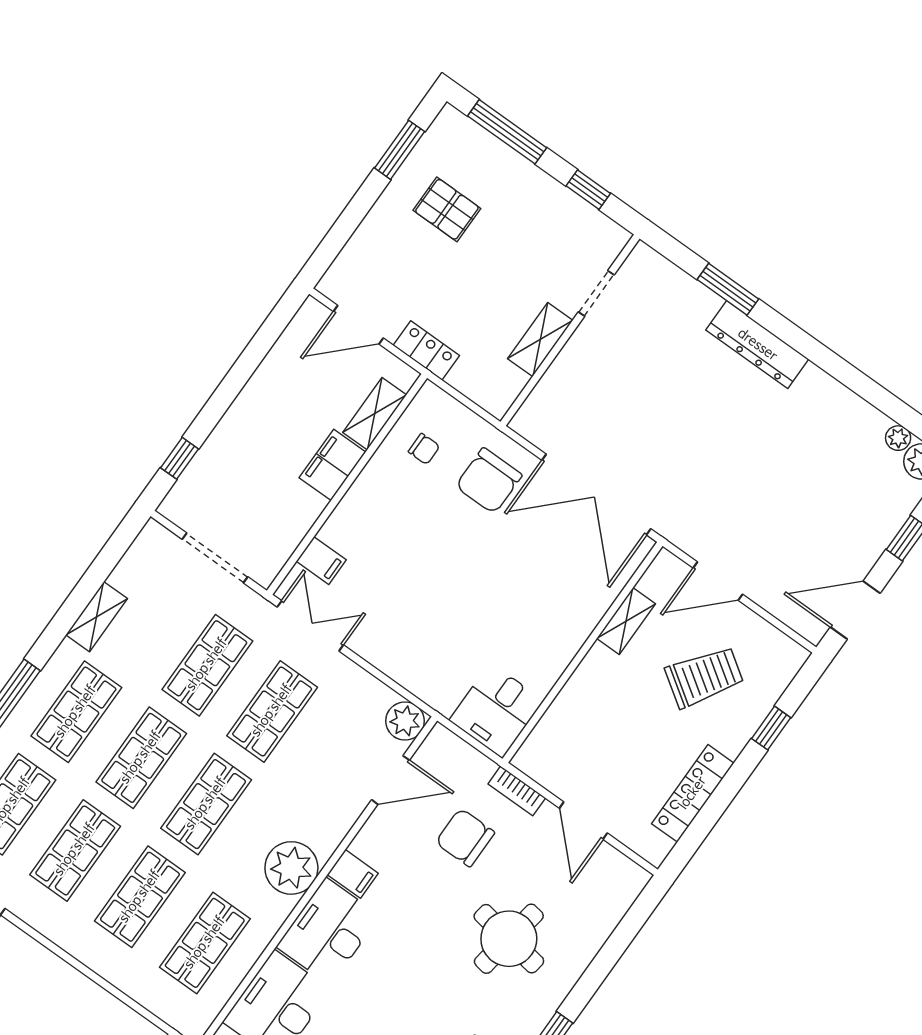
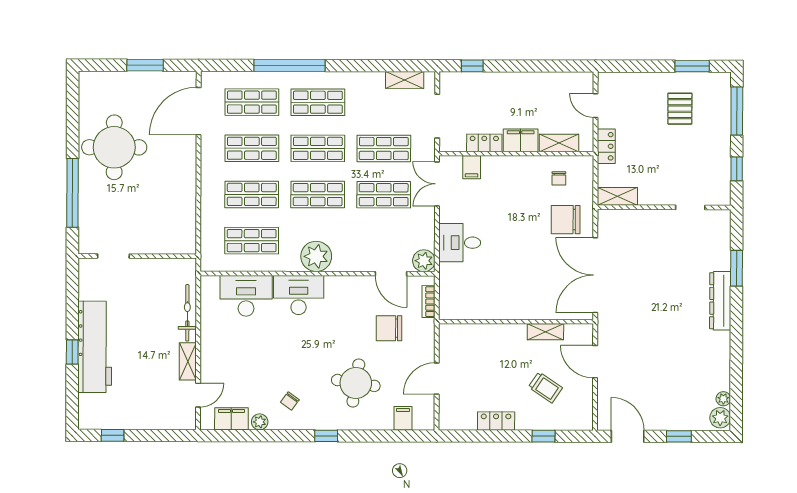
door: (358, 325) -> (596, 106), width x0.73
shelving: (540, 339) -> (617, 196), moved
locker: (300, 518) -> (484, 143), added
shelving: (97, 617) -> (405, 80), moved
double door: (310, 626) -> (437, 184), swing flipped
trolley: (704, 677) -> (545, 387), width x0.73, depth x0.72
desk: (496, 710) -> (460, 243), moved
bookcase: (517, 791) -> (428, 302), moved
locker: (693, 793) -> (496, 421), width x0.66
chair: (465, 838) -> (389, 328), turned -90
filing cabinet: (353, 874) -> (403, 418), moved, turned 180

